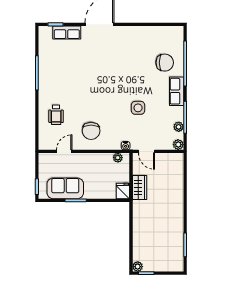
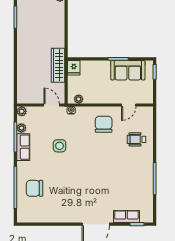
row of seats: (177, 91) -> (23, 147), moved
wheelchair: (56, 115) -> (136, 139), turned -90
wardrobe: (140, 187) -> (58, 65), width x1.50

